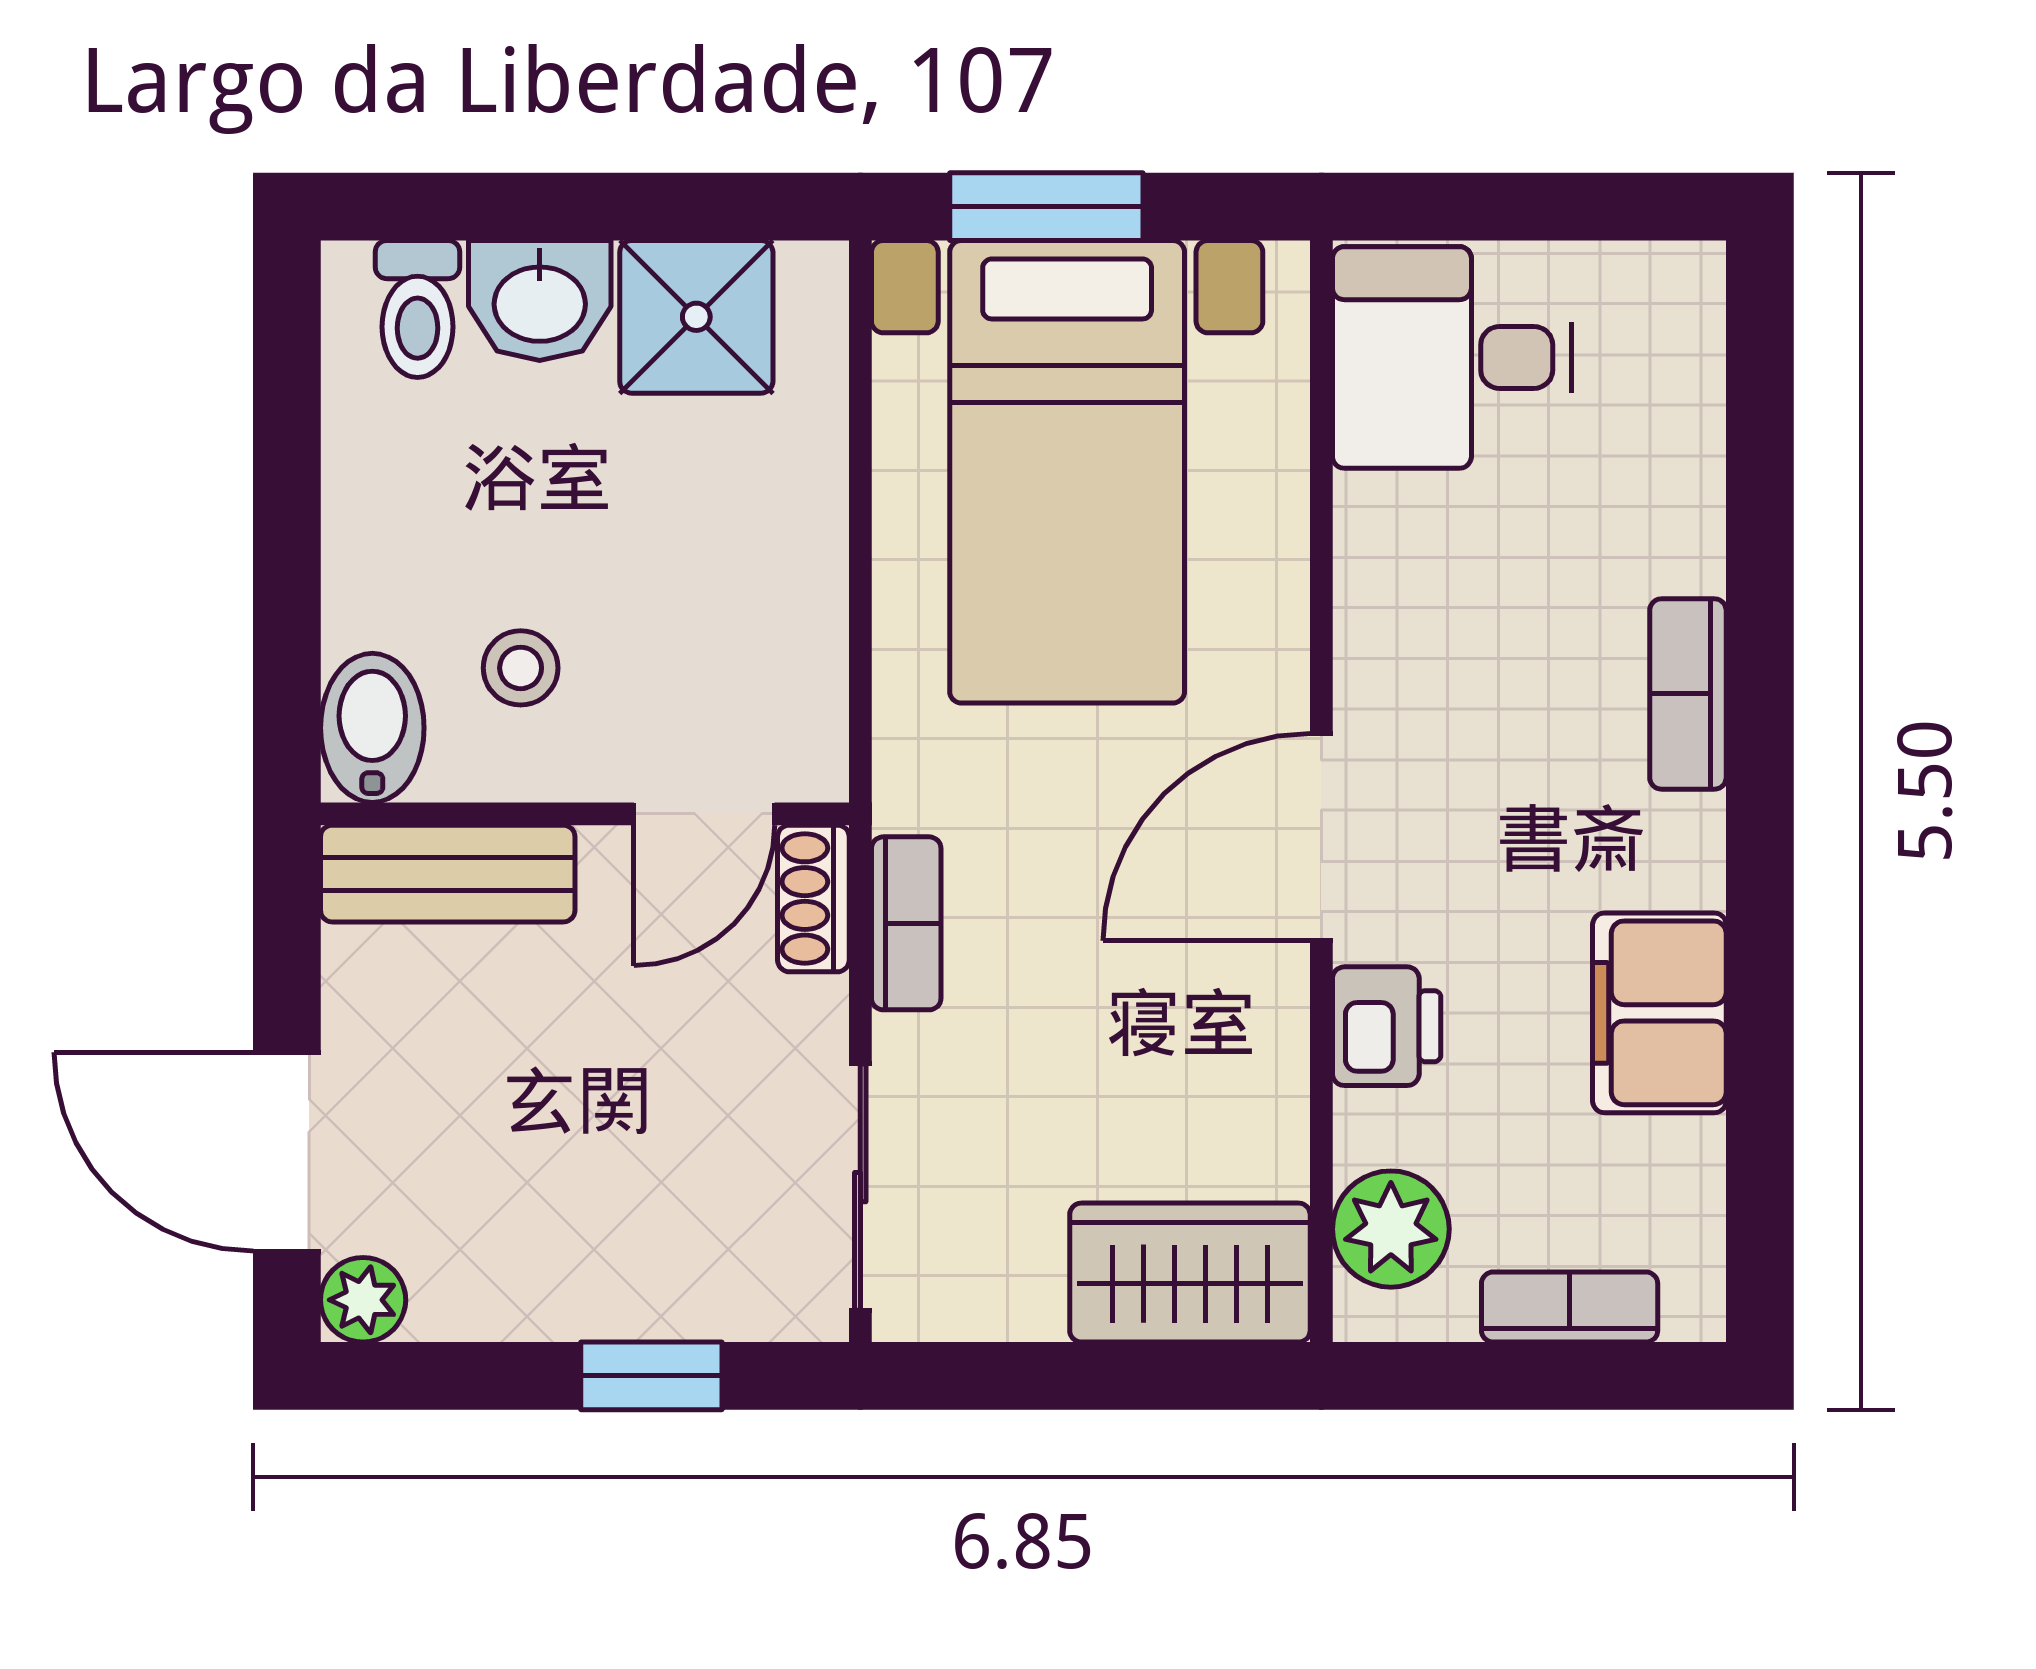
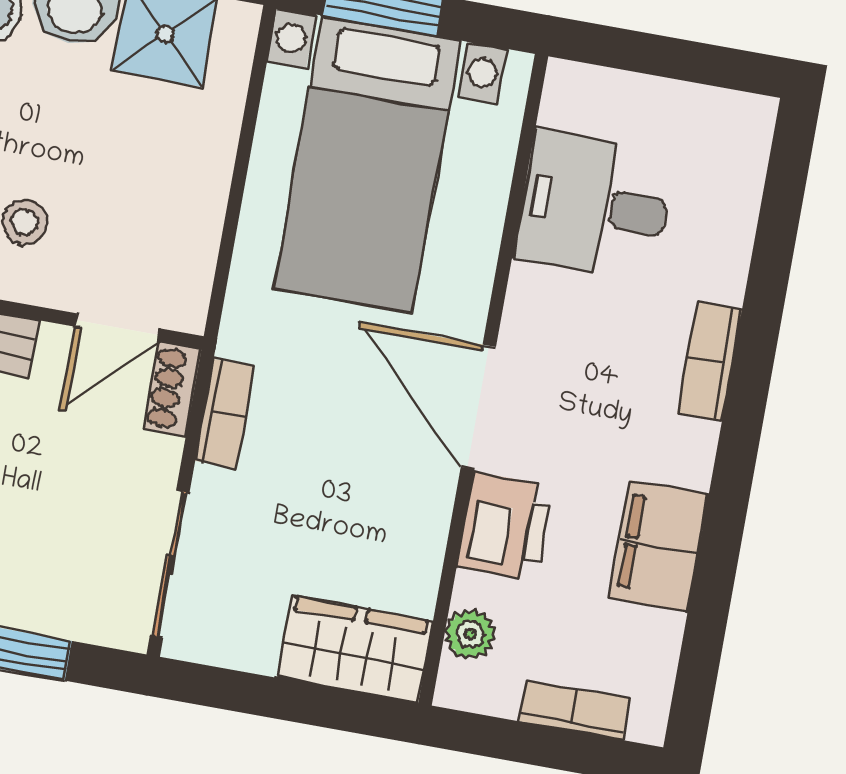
desk: (1452, 357) -> (594, 206), moved
door: (1321, 837) -> (478, 407), hinge flipped
printer: (1387, 1026) -> (504, 526), width x1.36, depth x1.24
plant: (1391, 1229) -> (470, 634), width x0.73, depth x0.73

